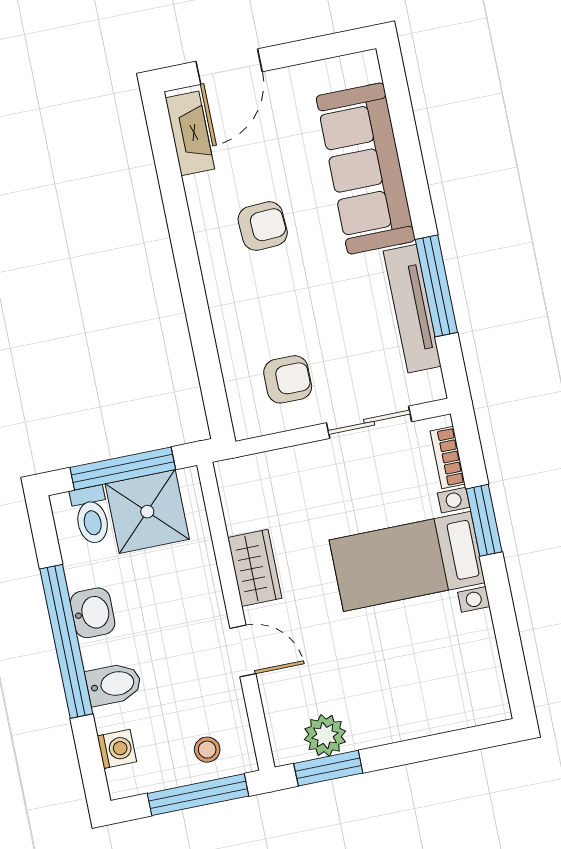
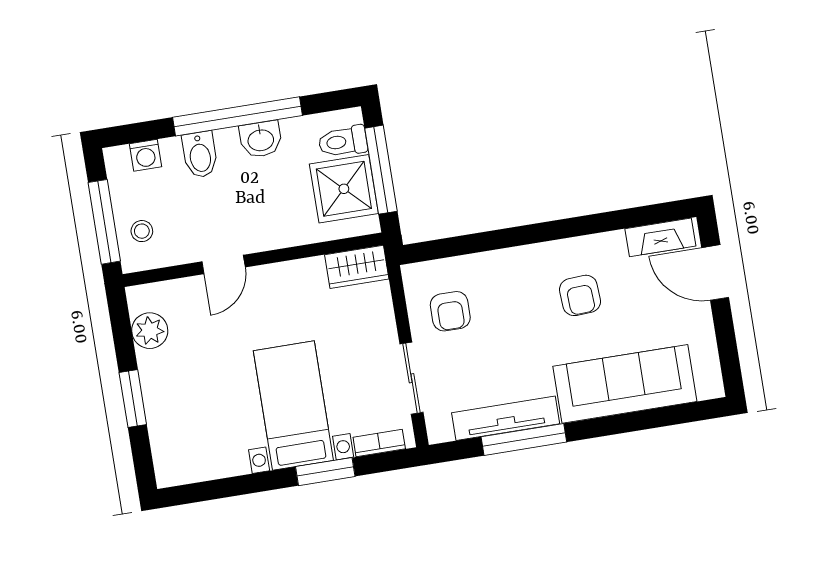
wardrobe: (255, 568) -> (357, 267), moved
window: (328, 768) -> (133, 398), moved

